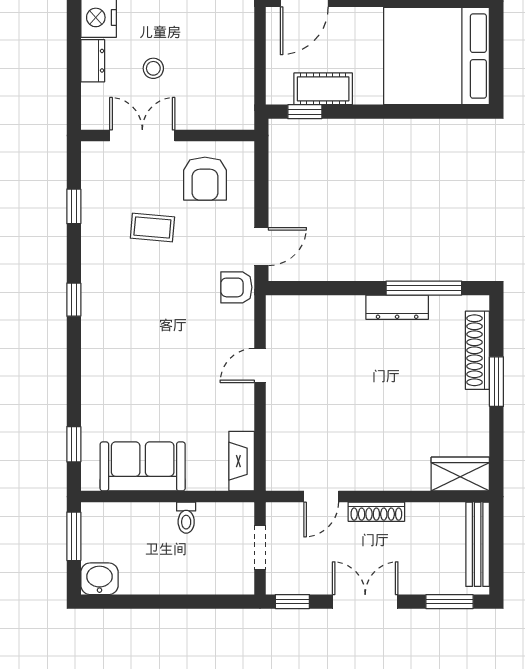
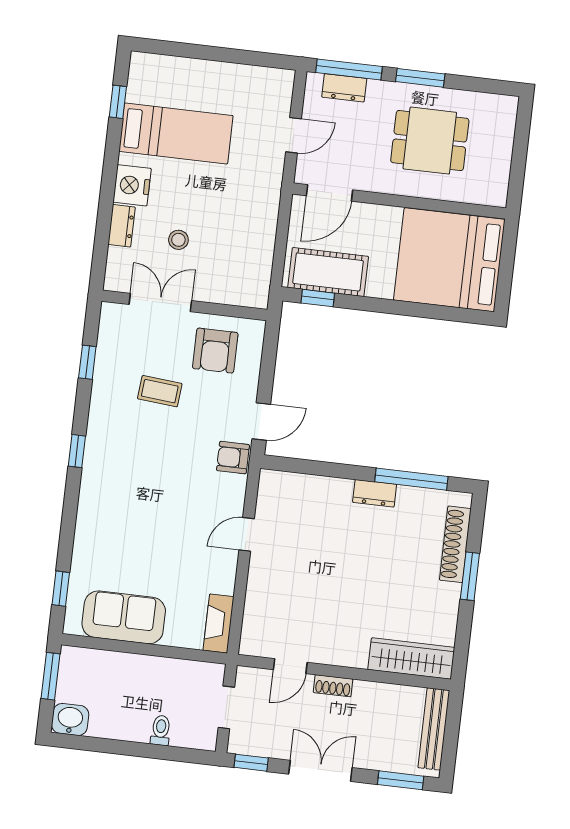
cot: (323, 89) -> (328, 272), width x1.37, depth x1.34
dresser: (397, 307) -> (375, 493), width x0.70
wardrobe: (460, 474) -> (411, 659), width x1.50
shoe rack: (376, 512) -> (333, 686), width x0.70
toilet: (186, 518) -> (161, 730), moved, turned 180

